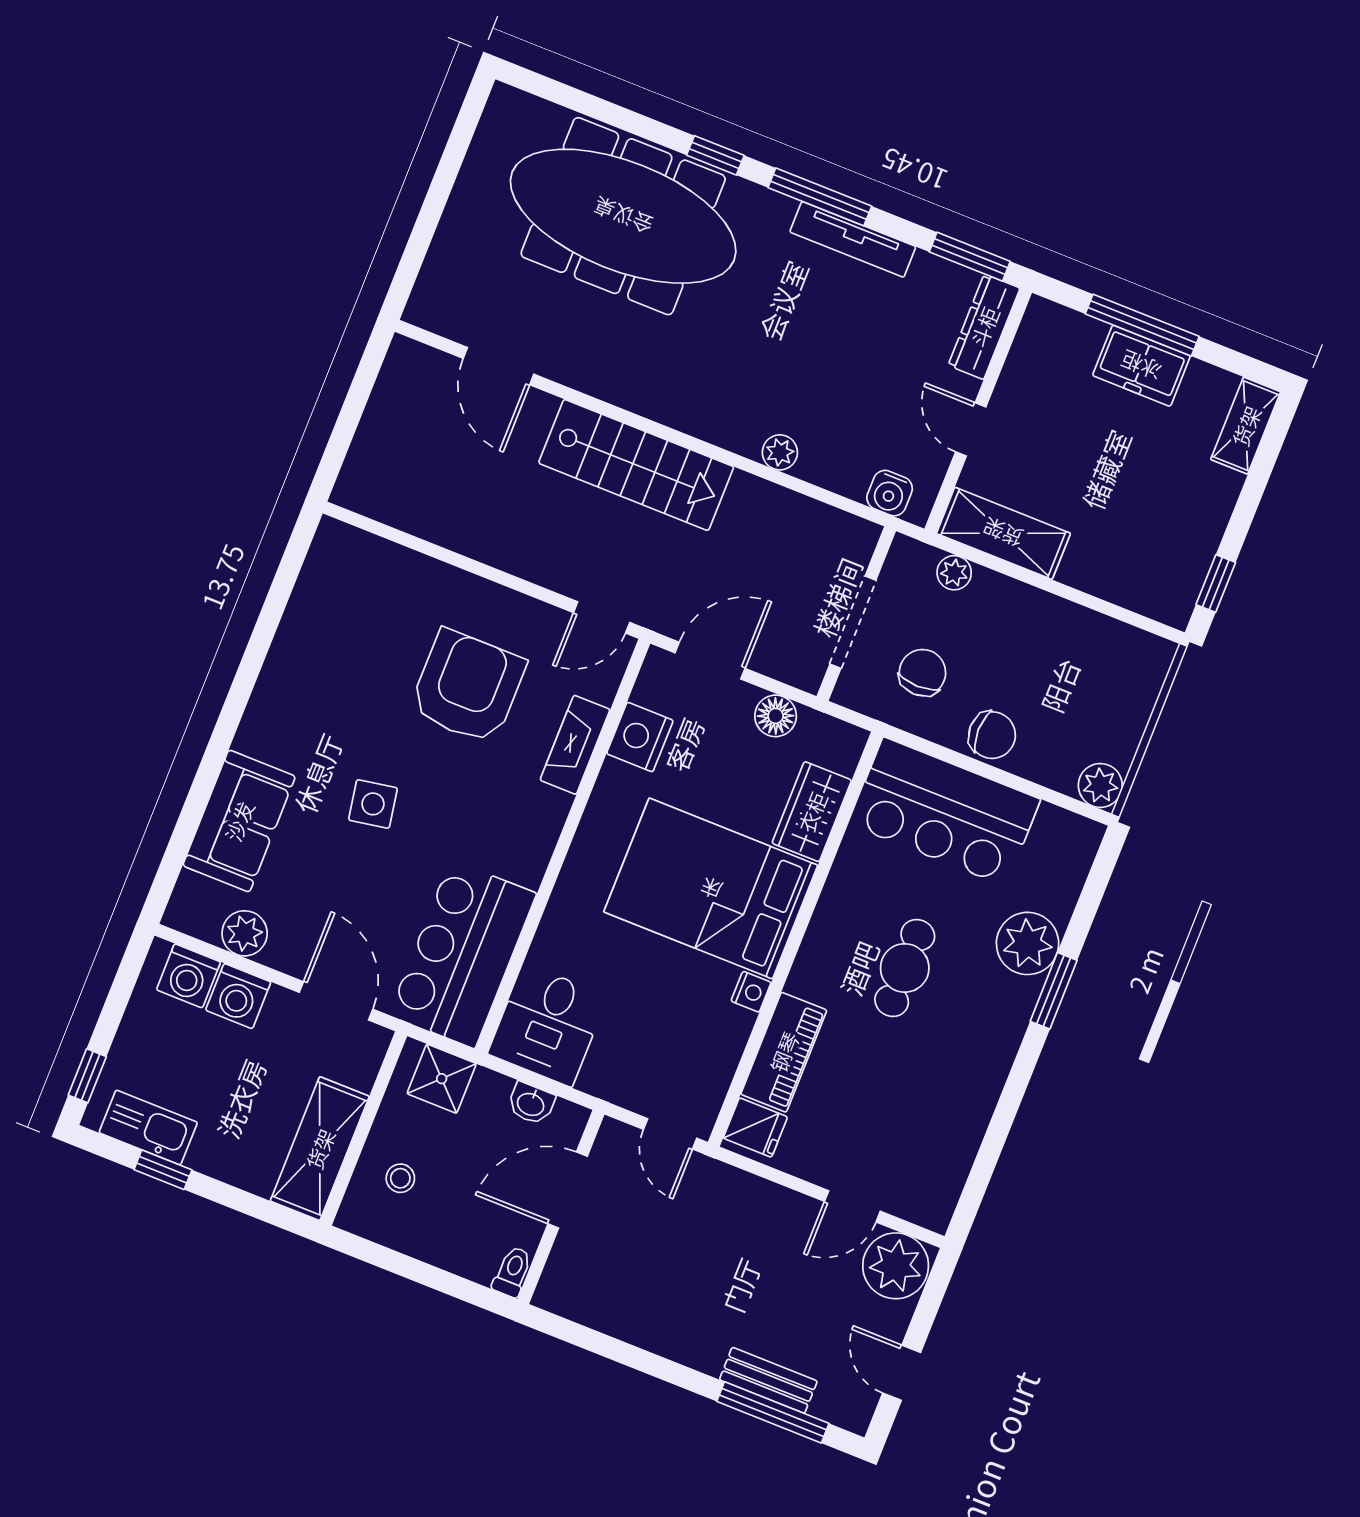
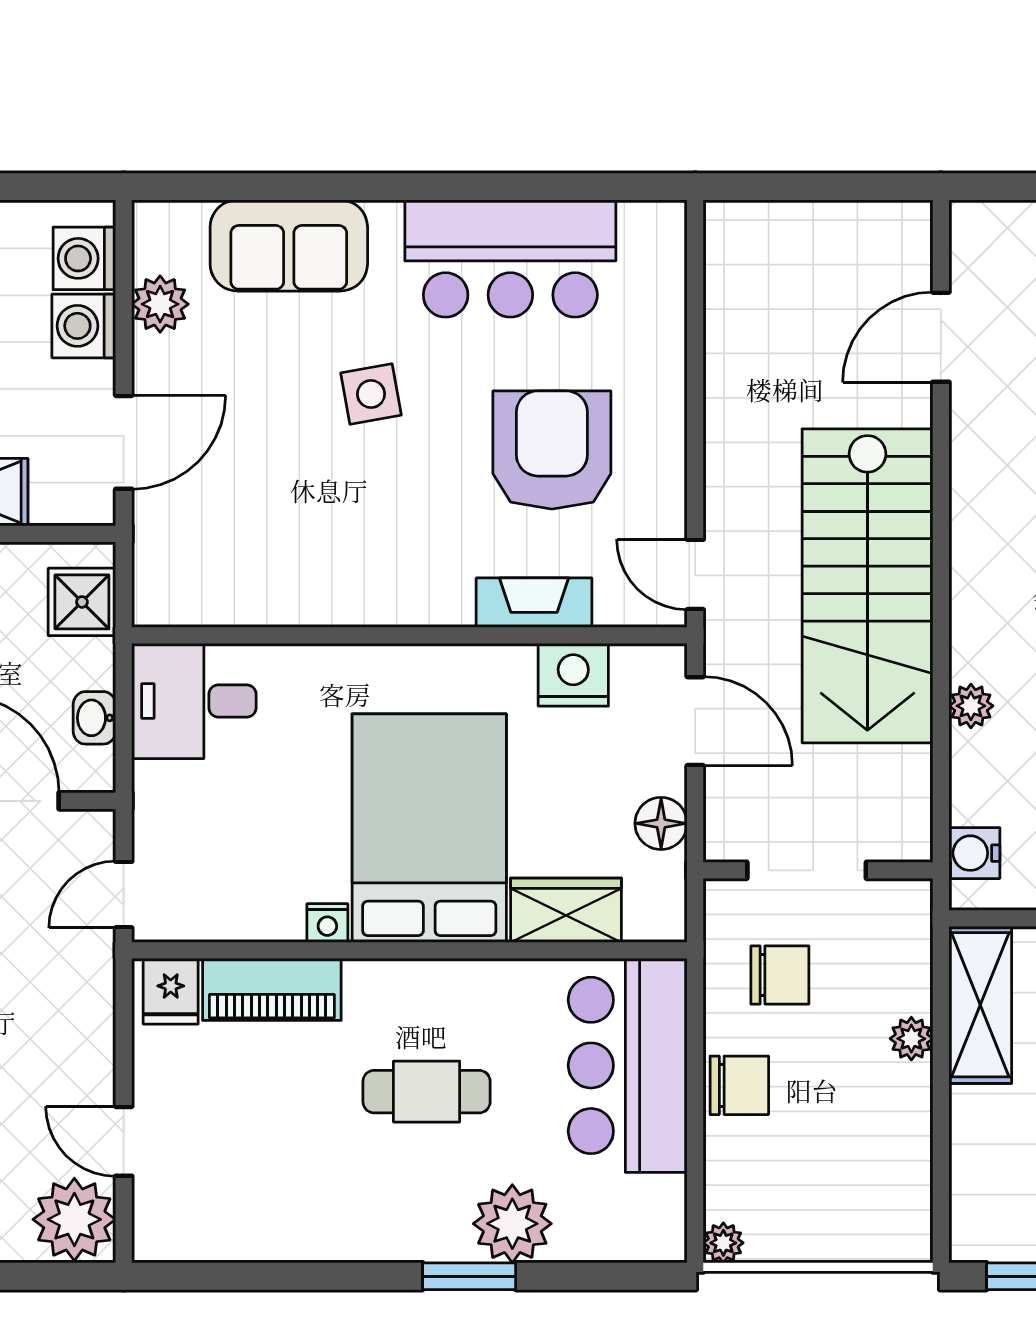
stairs: (636, 465) -> (867, 586), width x1.36, depth x1.51
plant: (954, 573) -> (911, 1039), moved
armchair: (468, 687) -> (552, 450), turned -90
chair: (992, 735) -> (739, 1085), turned -90
plant: (1100, 785) -> (723, 1243), width x0.73, depth x0.73
bar counter: (463, 954) -> (510, 259), moved, turned 180

